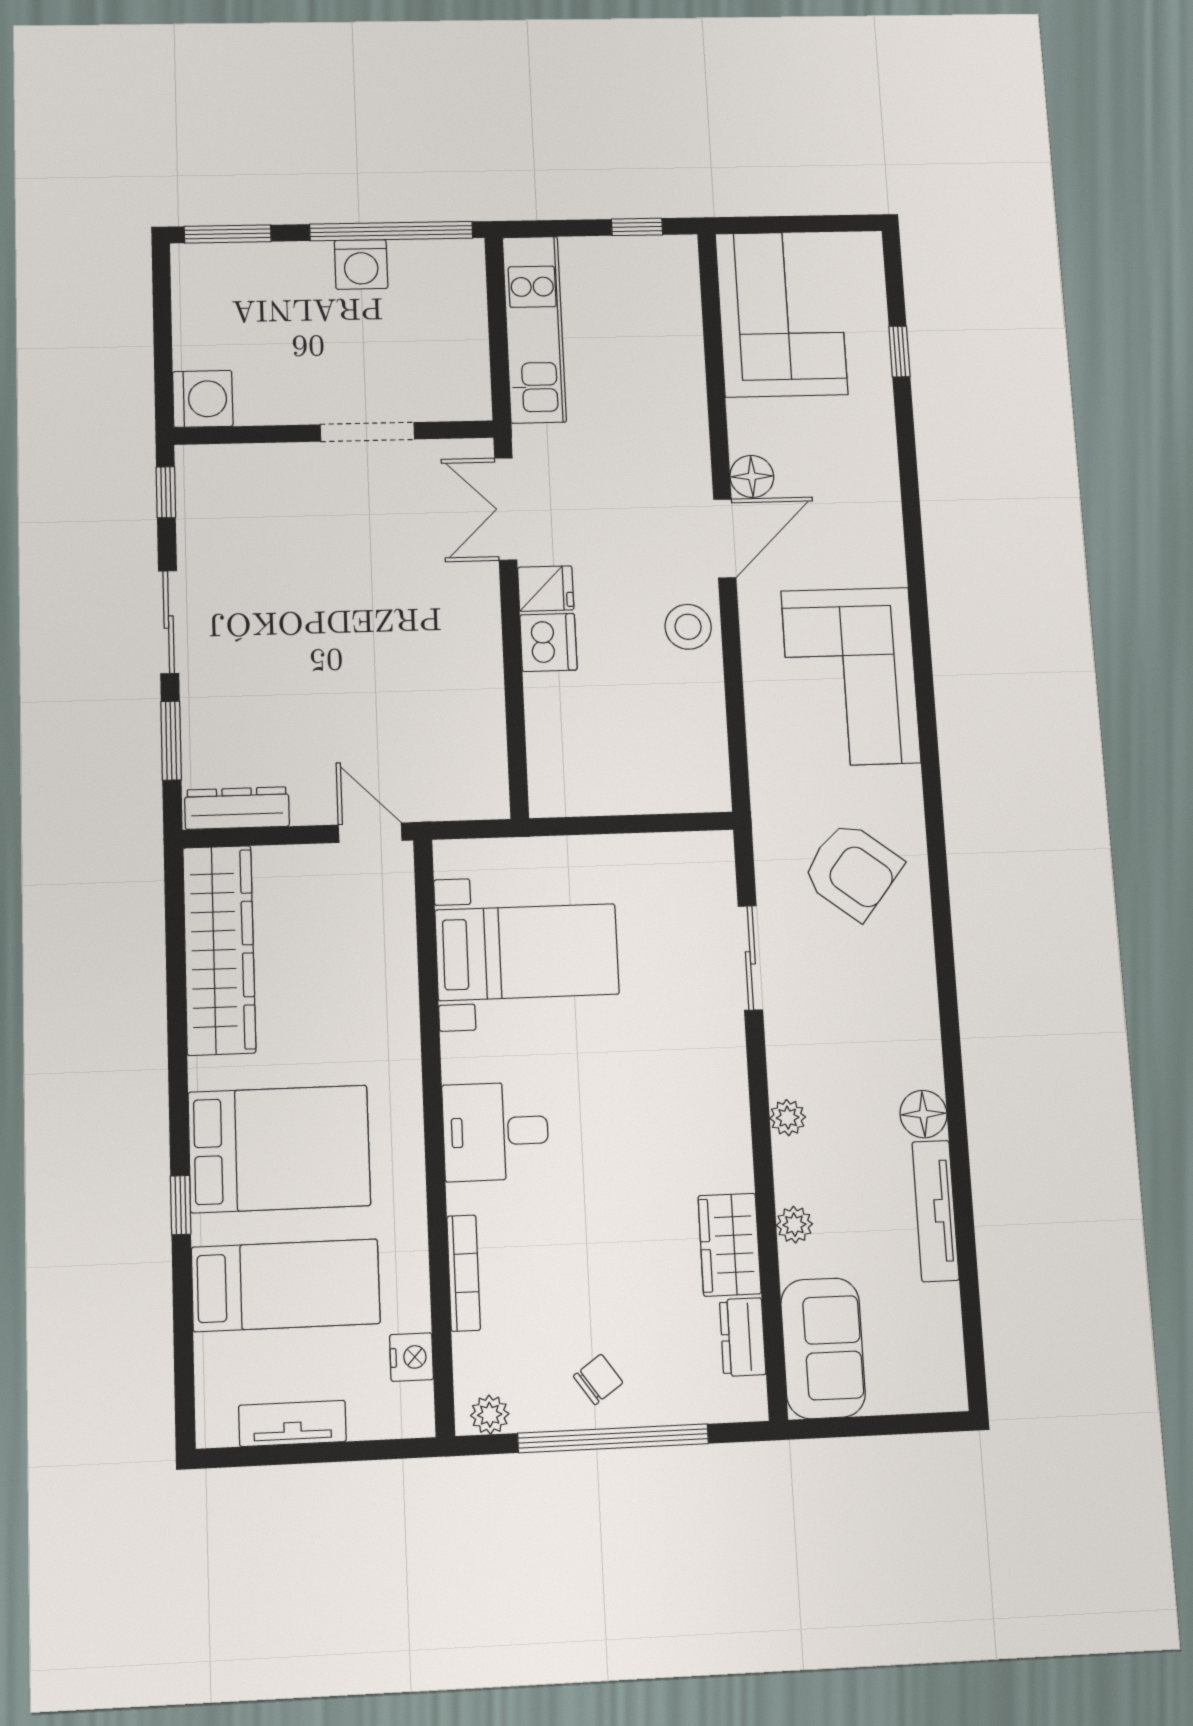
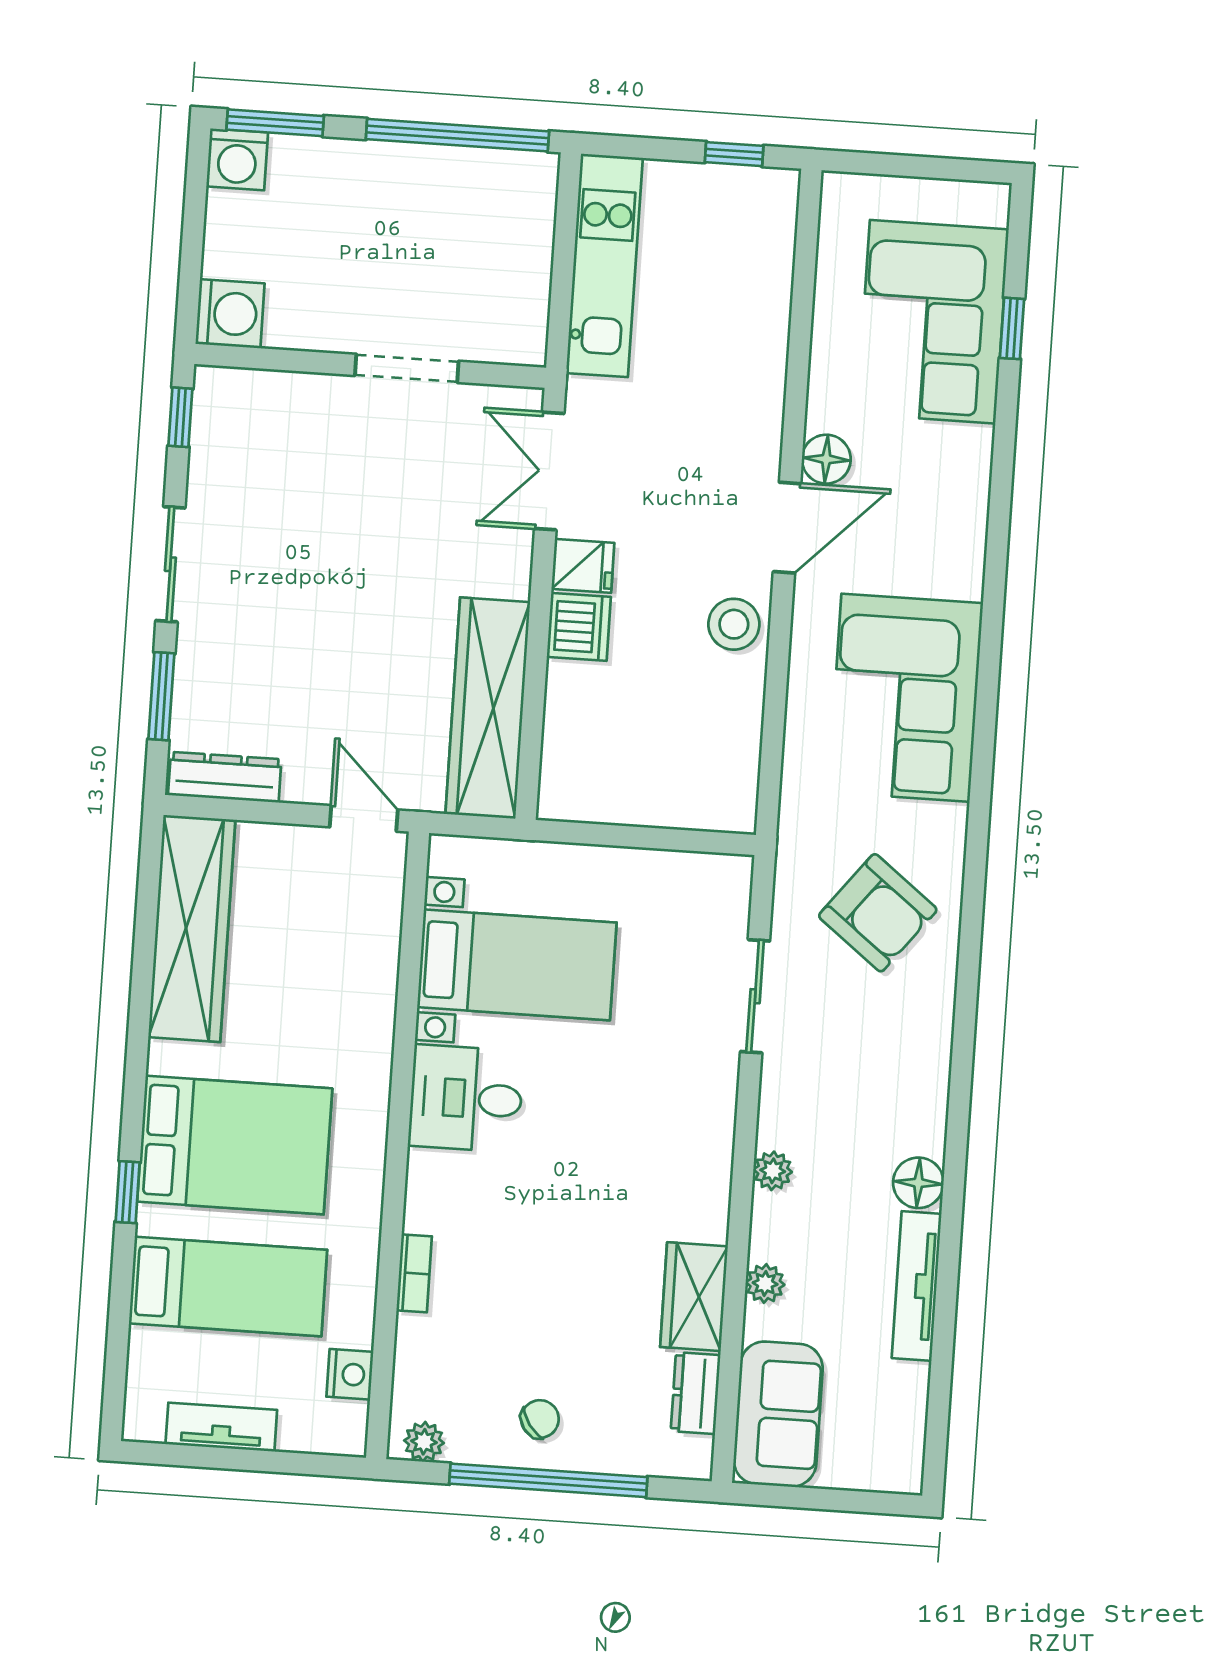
washing machine: (361, 264) -> (237, 159), moved
corner sofa: (781, 314) -> (933, 322), moved, turned 180
wardrobe: (474, 722) -> (488, 708), added
desk: (496, 1131) -> (466, 1098), moved
bookcase: (464, 1273) -> (414, 1273), width x0.64

